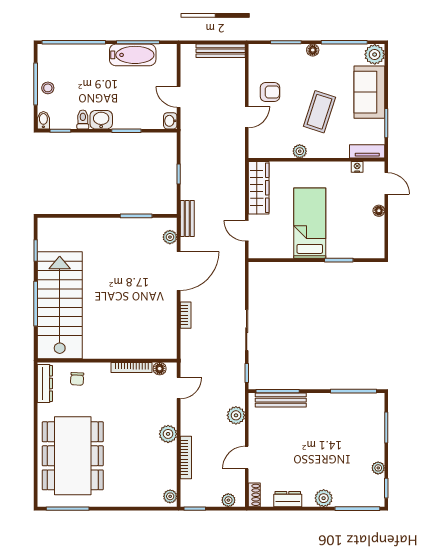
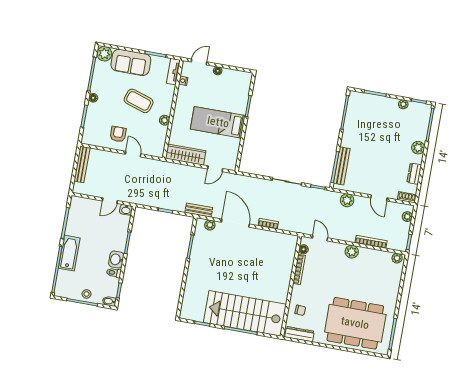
bathtub: (133, 55) -> (69, 253), moved

